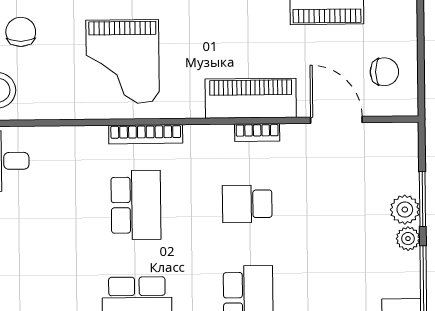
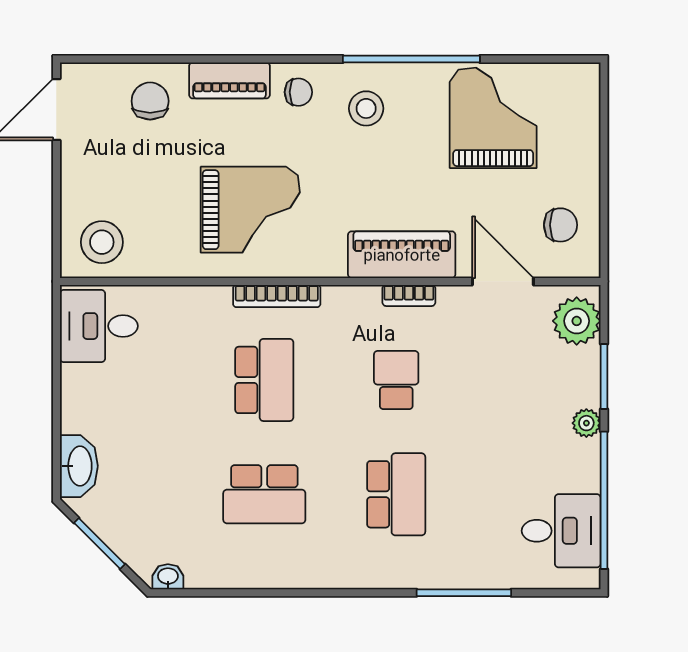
chair: (21, 32) -> (130, 173), removed
grand piano: (123, 62) -> (250, 210), turned -90
school desk: (247, 204) -> (396, 380), turned 90
plant: (405, 210) -> (577, 321), moved, width x1.36, depth x1.36

